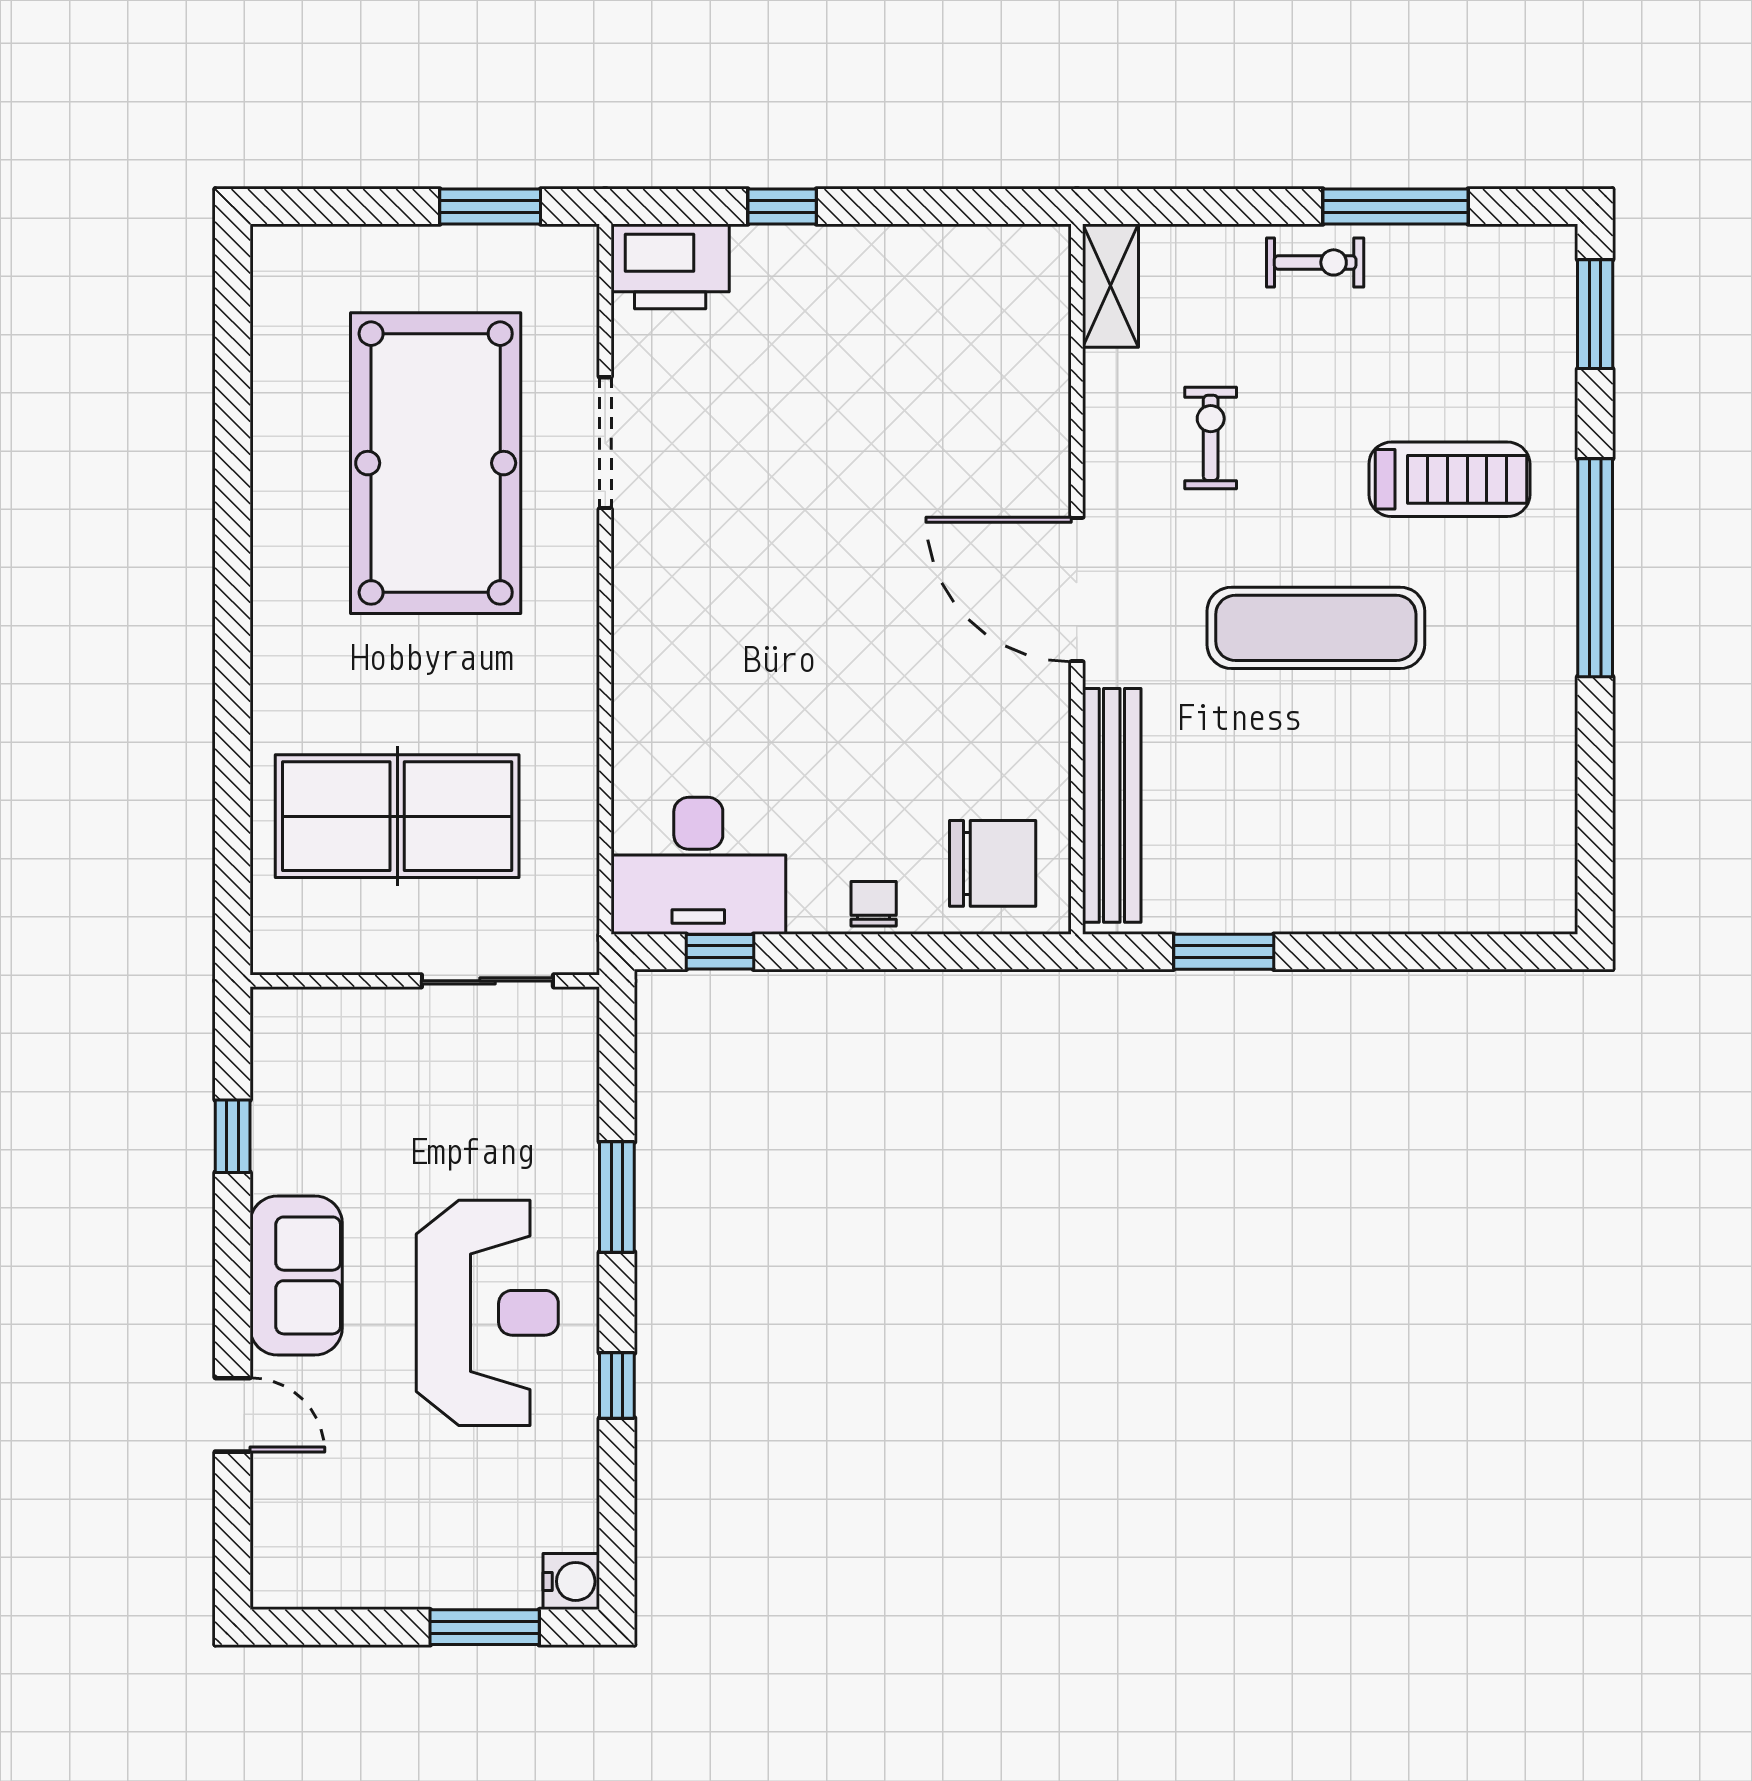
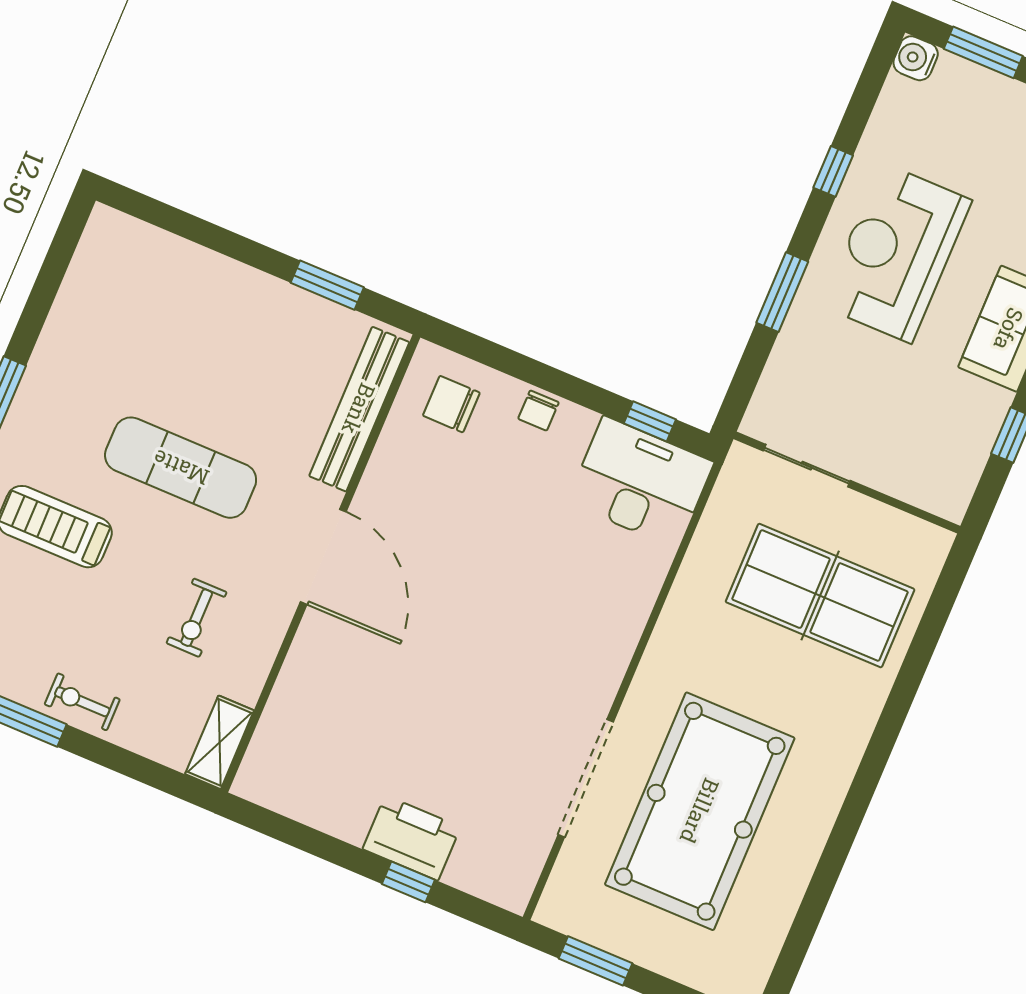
printer: (670, 266) -> (411, 838), moved
doorway: (605, 443) -> (586, 778), width x1.36
chair: (993, 863) -> (451, 404), width x0.73, depth x0.73

